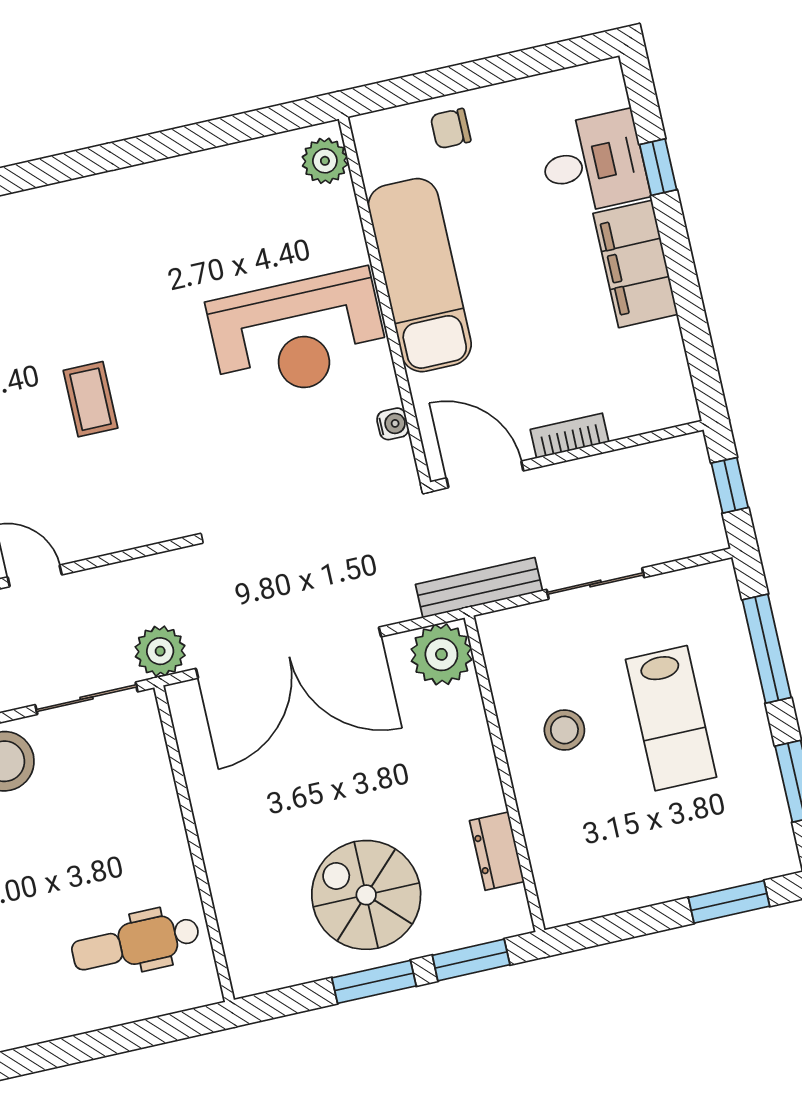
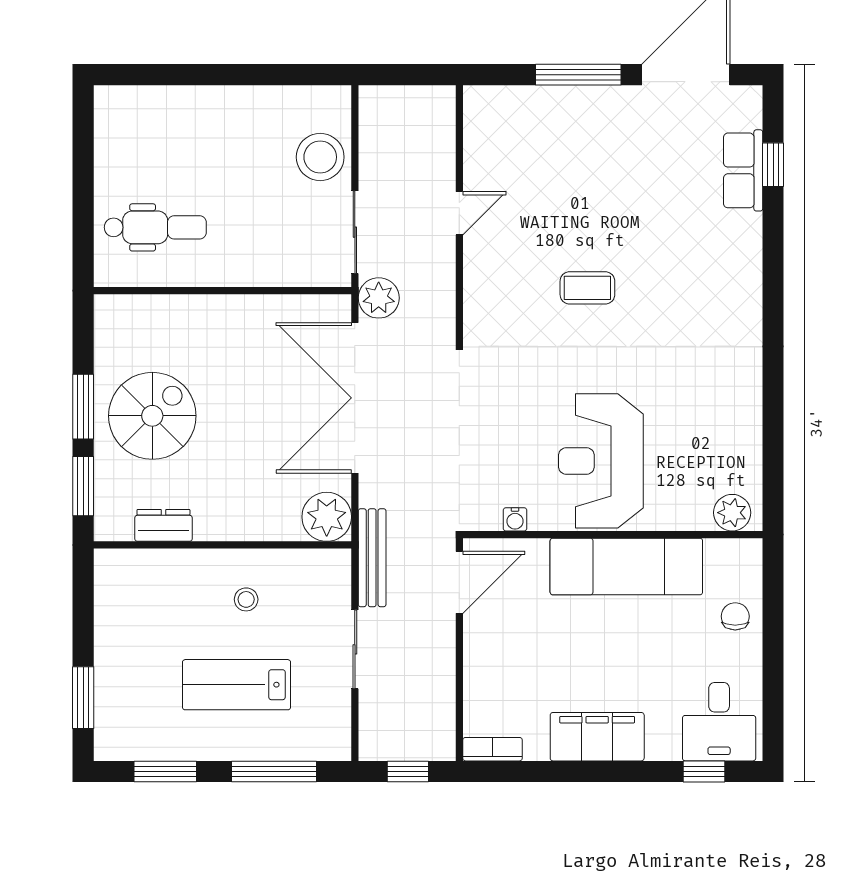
desk: (593, 163) -> (719, 722), moved
window: (658, 167) -> (704, 771), moved
bookcase: (570, 436) -> (493, 749), moved, turned -90
stool: (564, 730) -> (246, 599), width x0.73, depth x0.73
dental chair: (135, 943) -> (155, 227), turned 90

